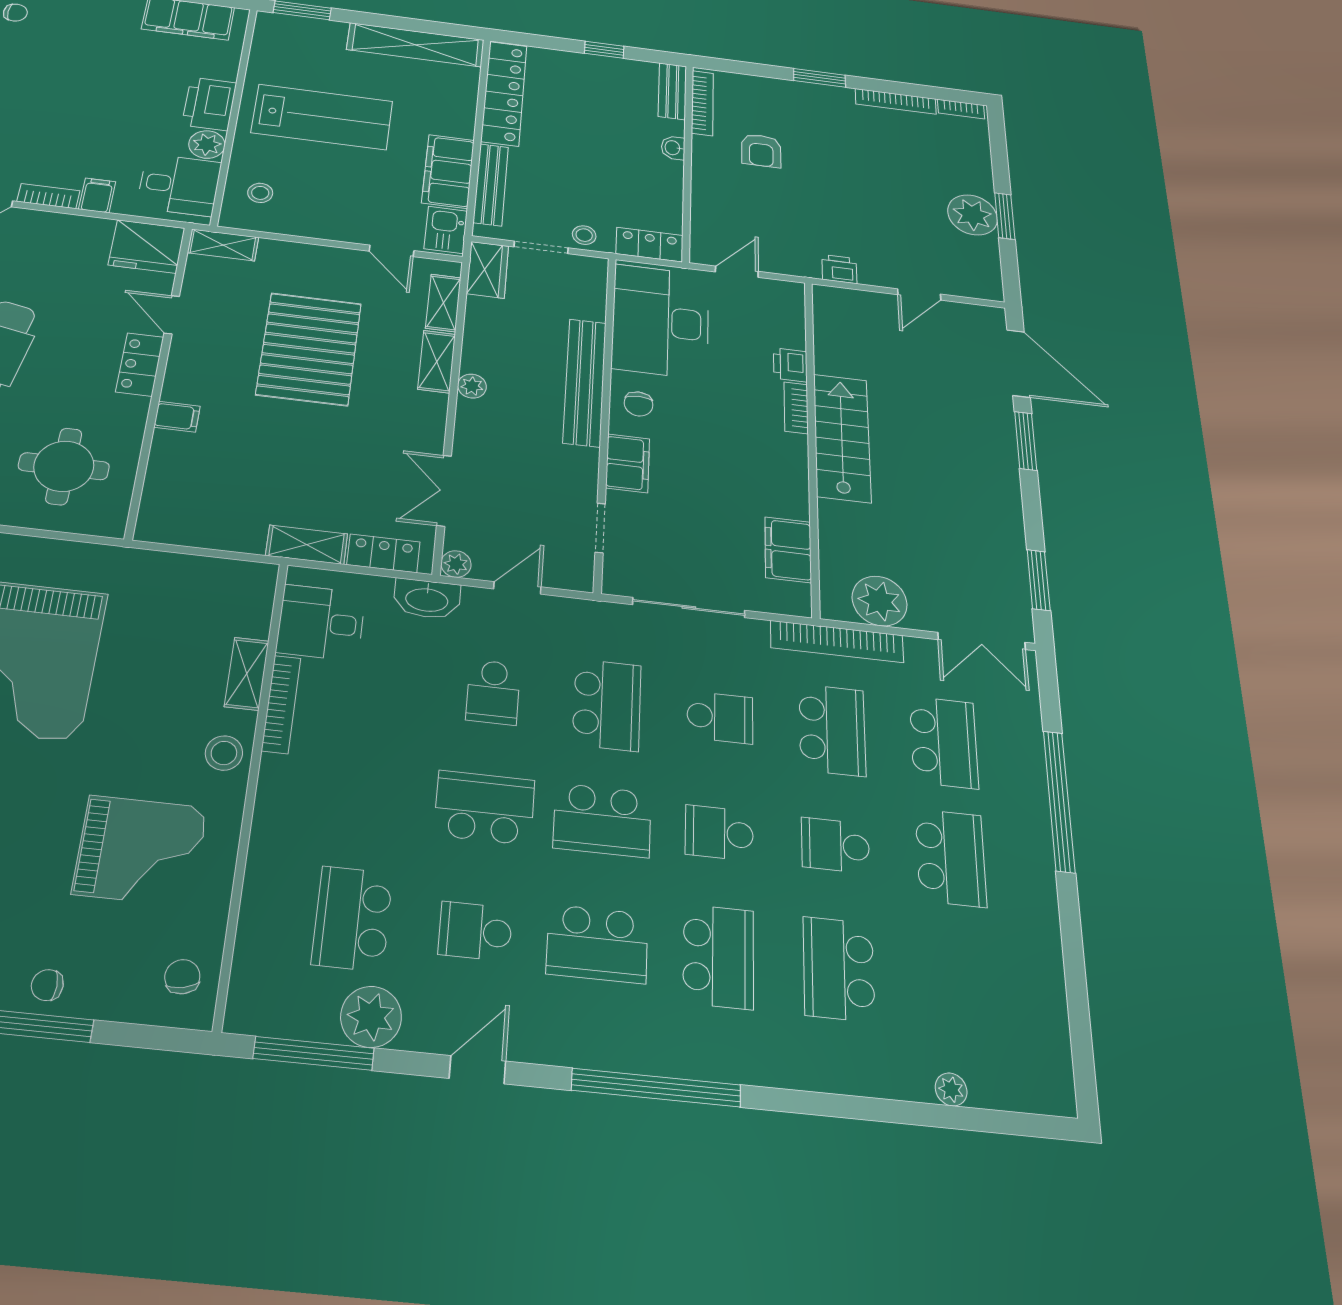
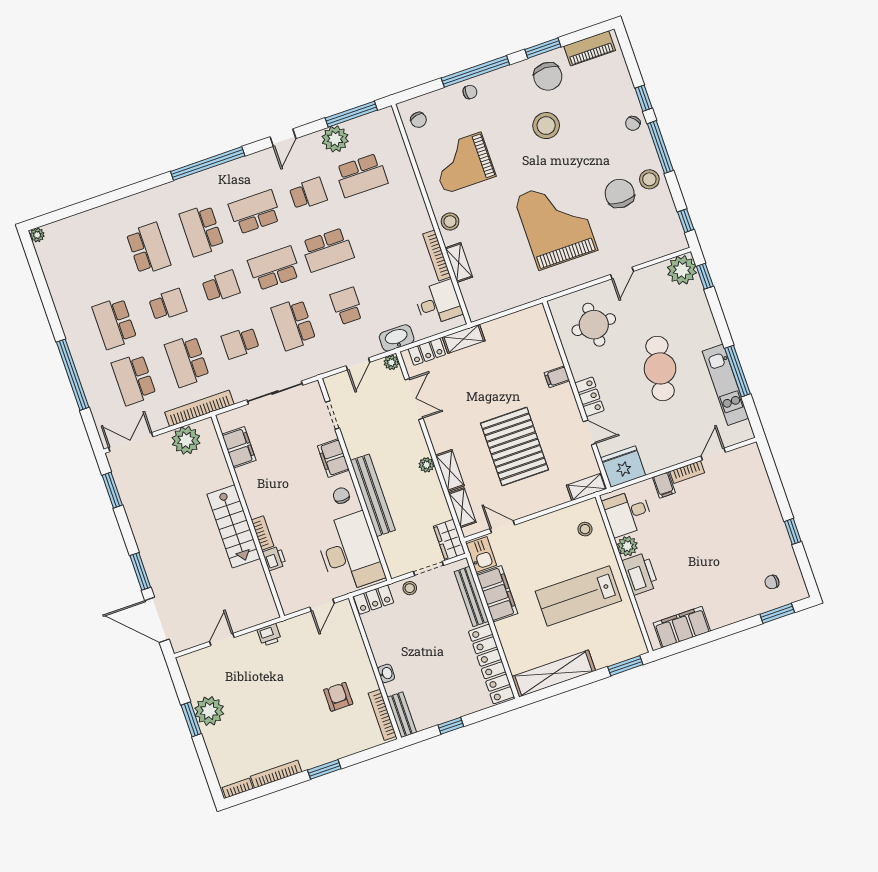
school desk: (352, 918) -> (361, 175), turned 90
plant: (951, 1089) -> (37, 235), moved

